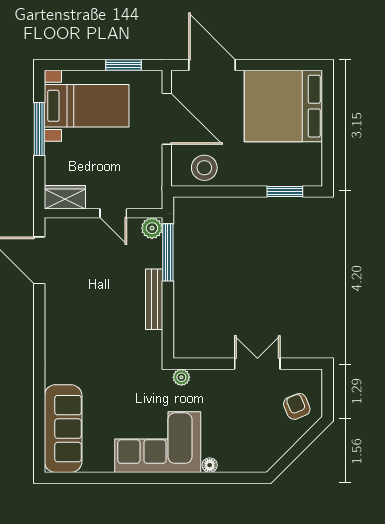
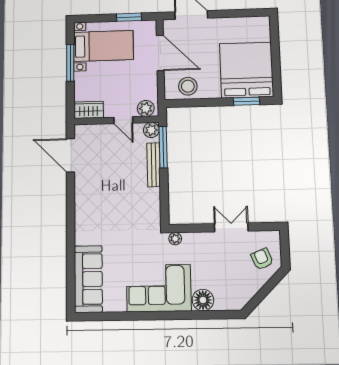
bed: (283, 106) -> (246, 70), moved, turned 90
plant: (145, 198) -> (146, 108), added
bench: (154, 299) -> (154, 165), moved
floor lamp: (210, 465) -> (203, 300), width x1.89, depth x1.89

